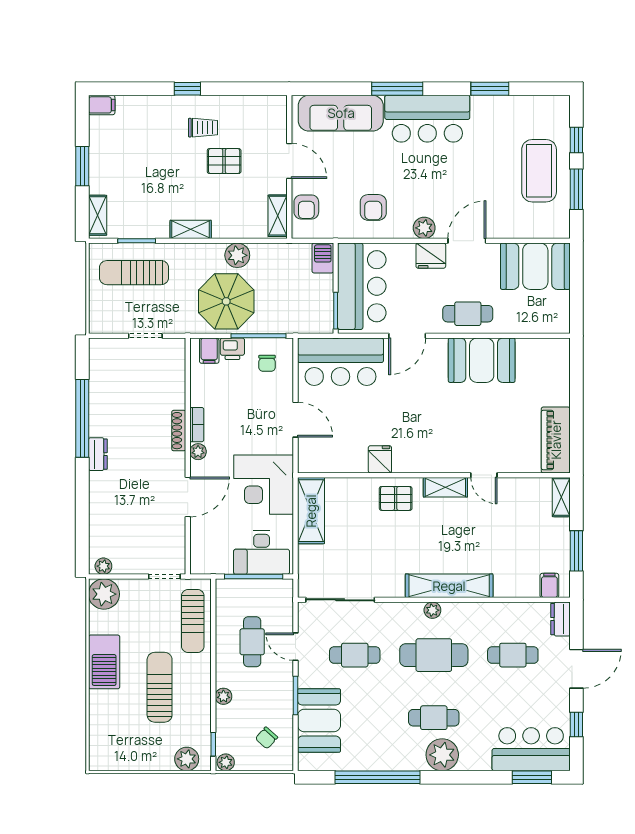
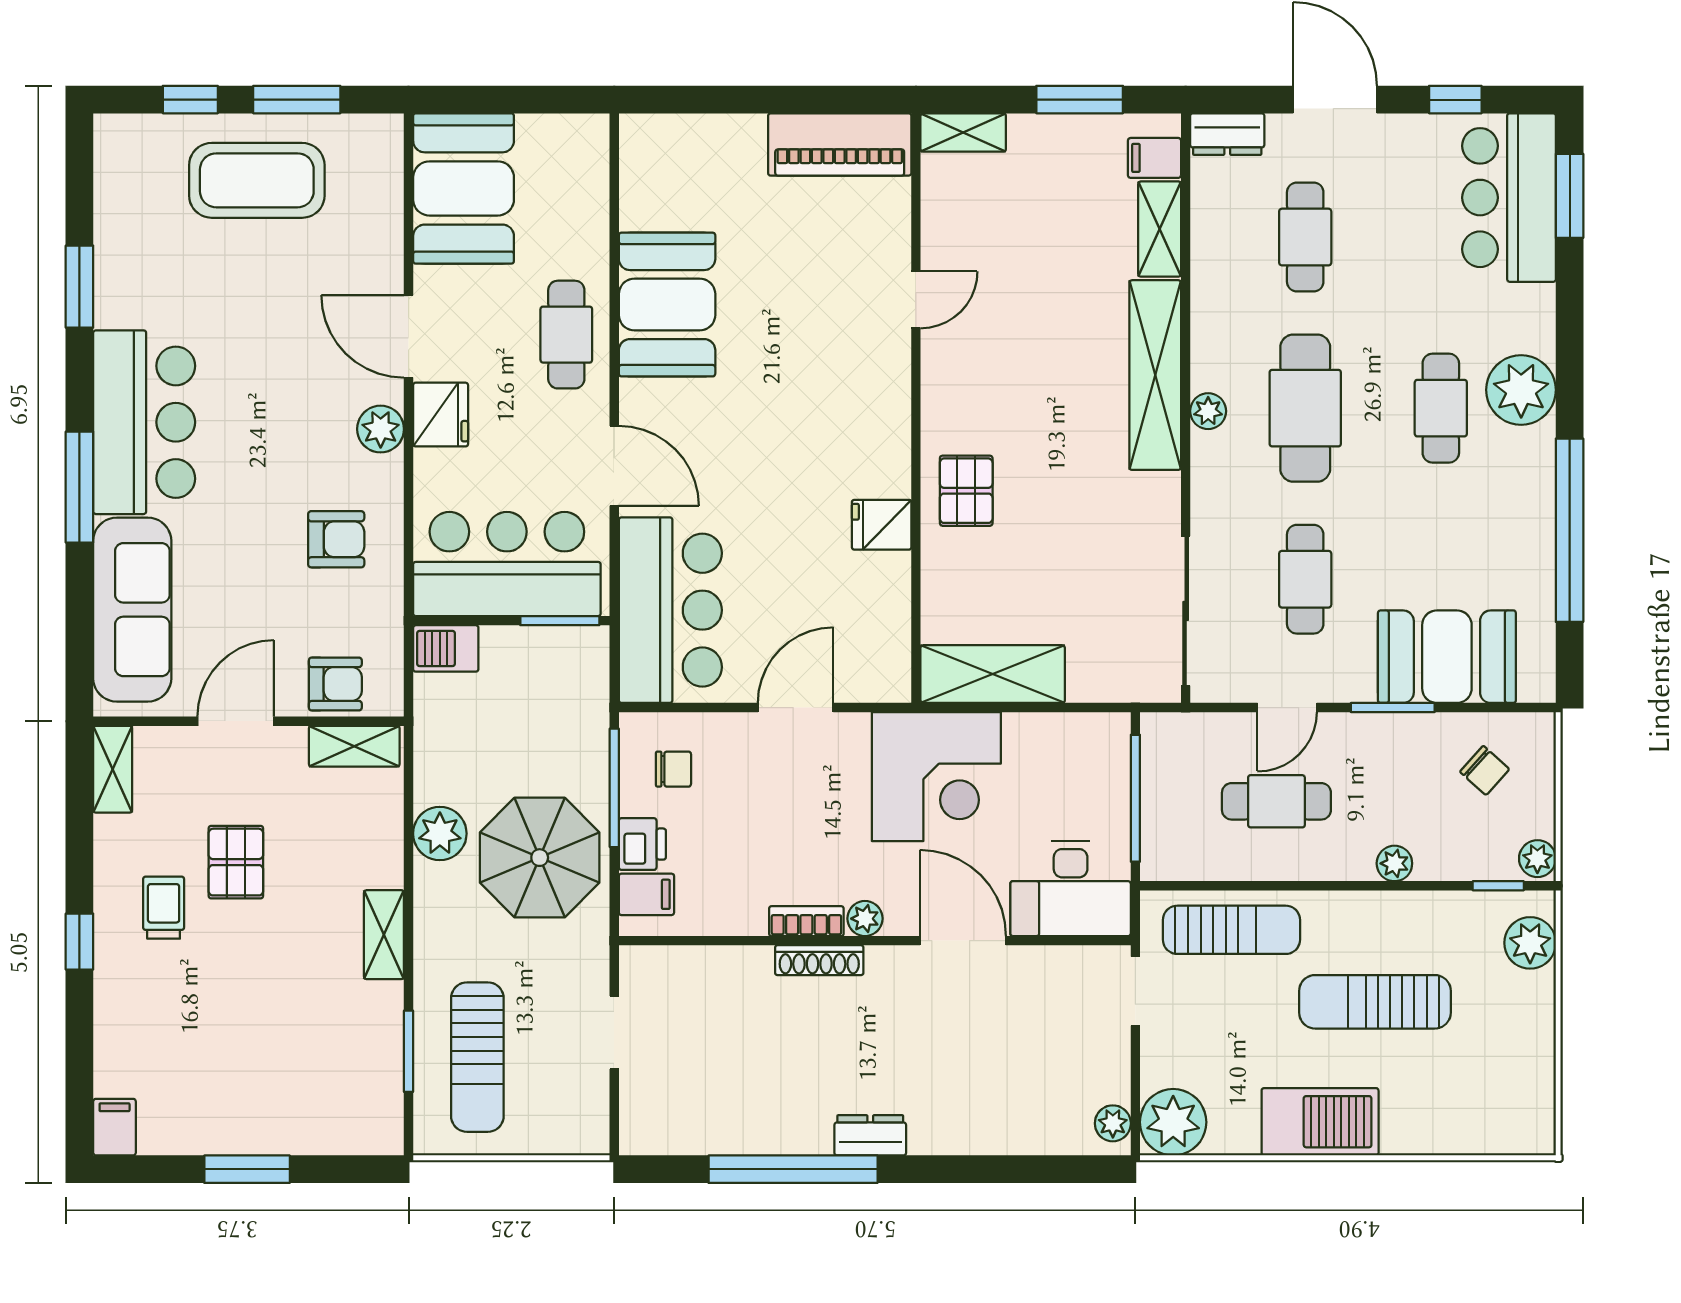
shelving: (98, 215) -> (113, 769), moved, turned 90
shelving: (445, 487) -> (1160, 229), moved
desk: (262, 553) -> (1071, 889), moved, turned 90

